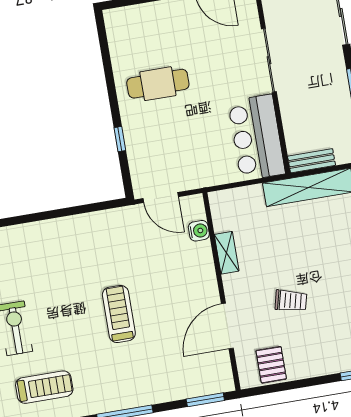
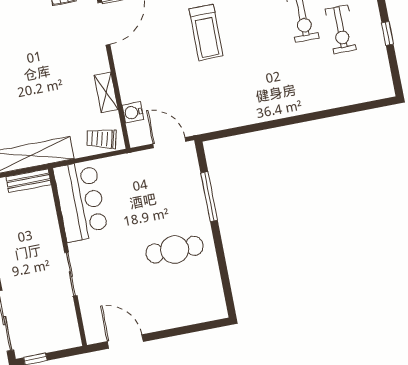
sliding door: (269, 60) -> (71, 274), width x0.73
window: (120, 139) -> (209, 197), width x2.17
trolley: (291, 301) -> (101, 139), moved

